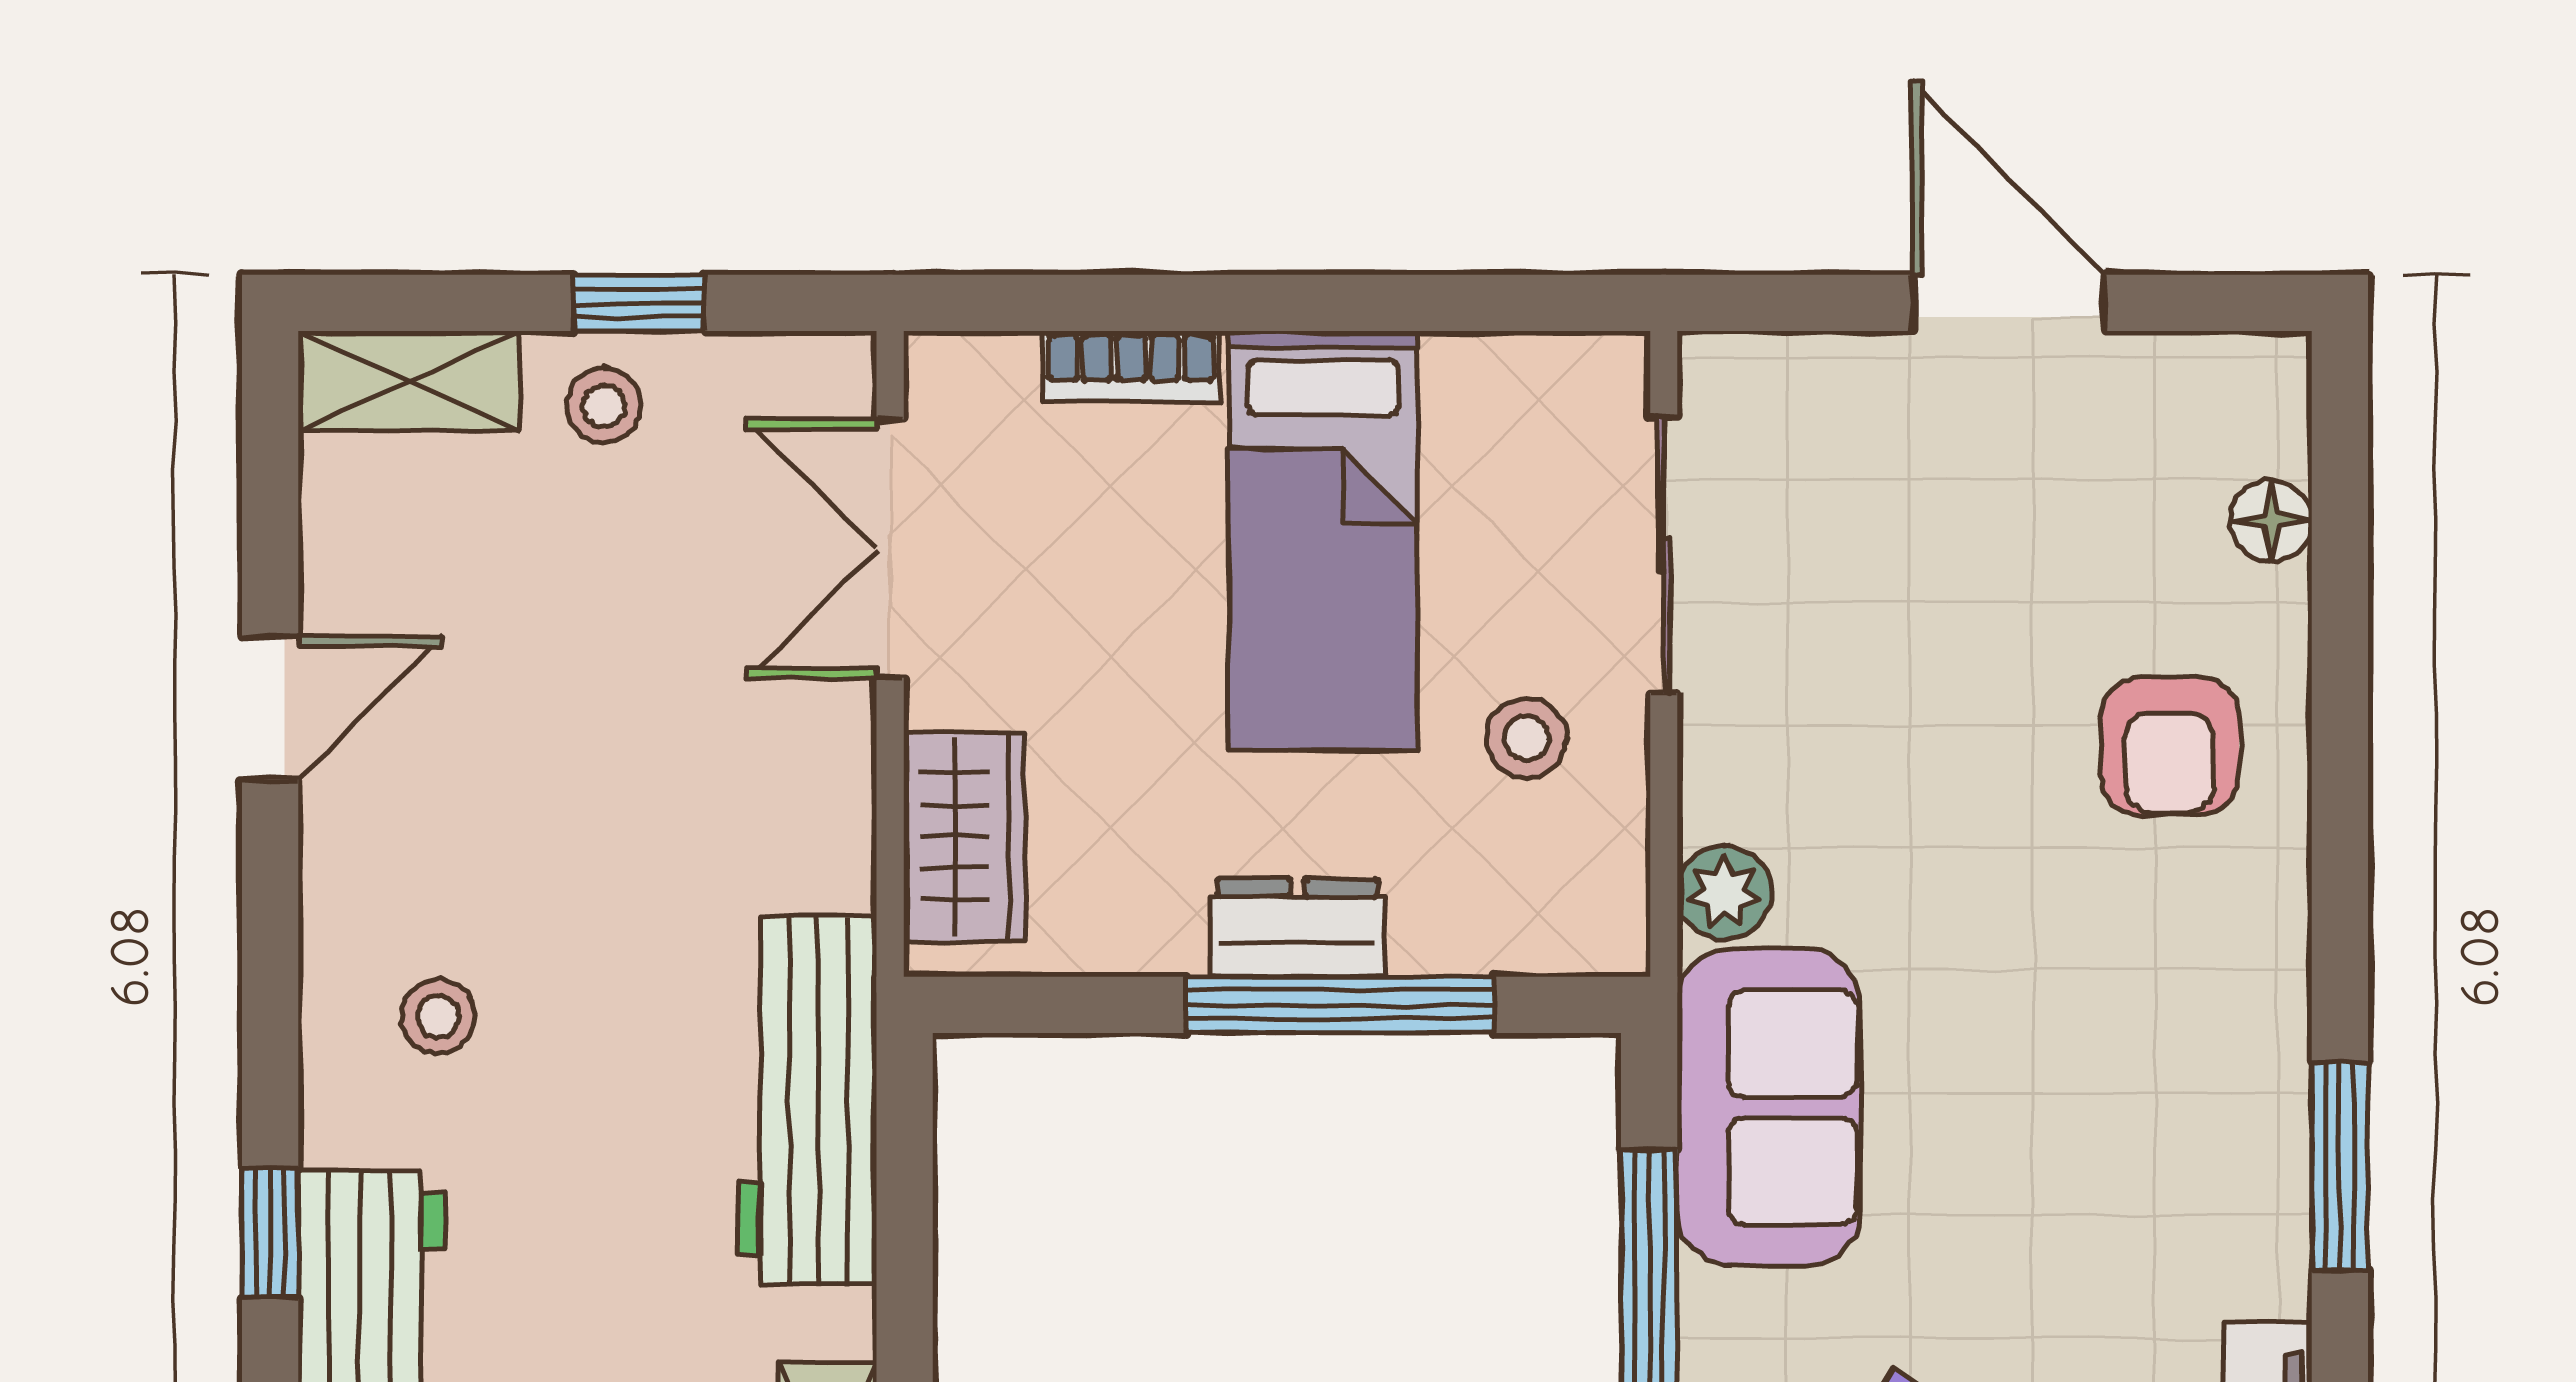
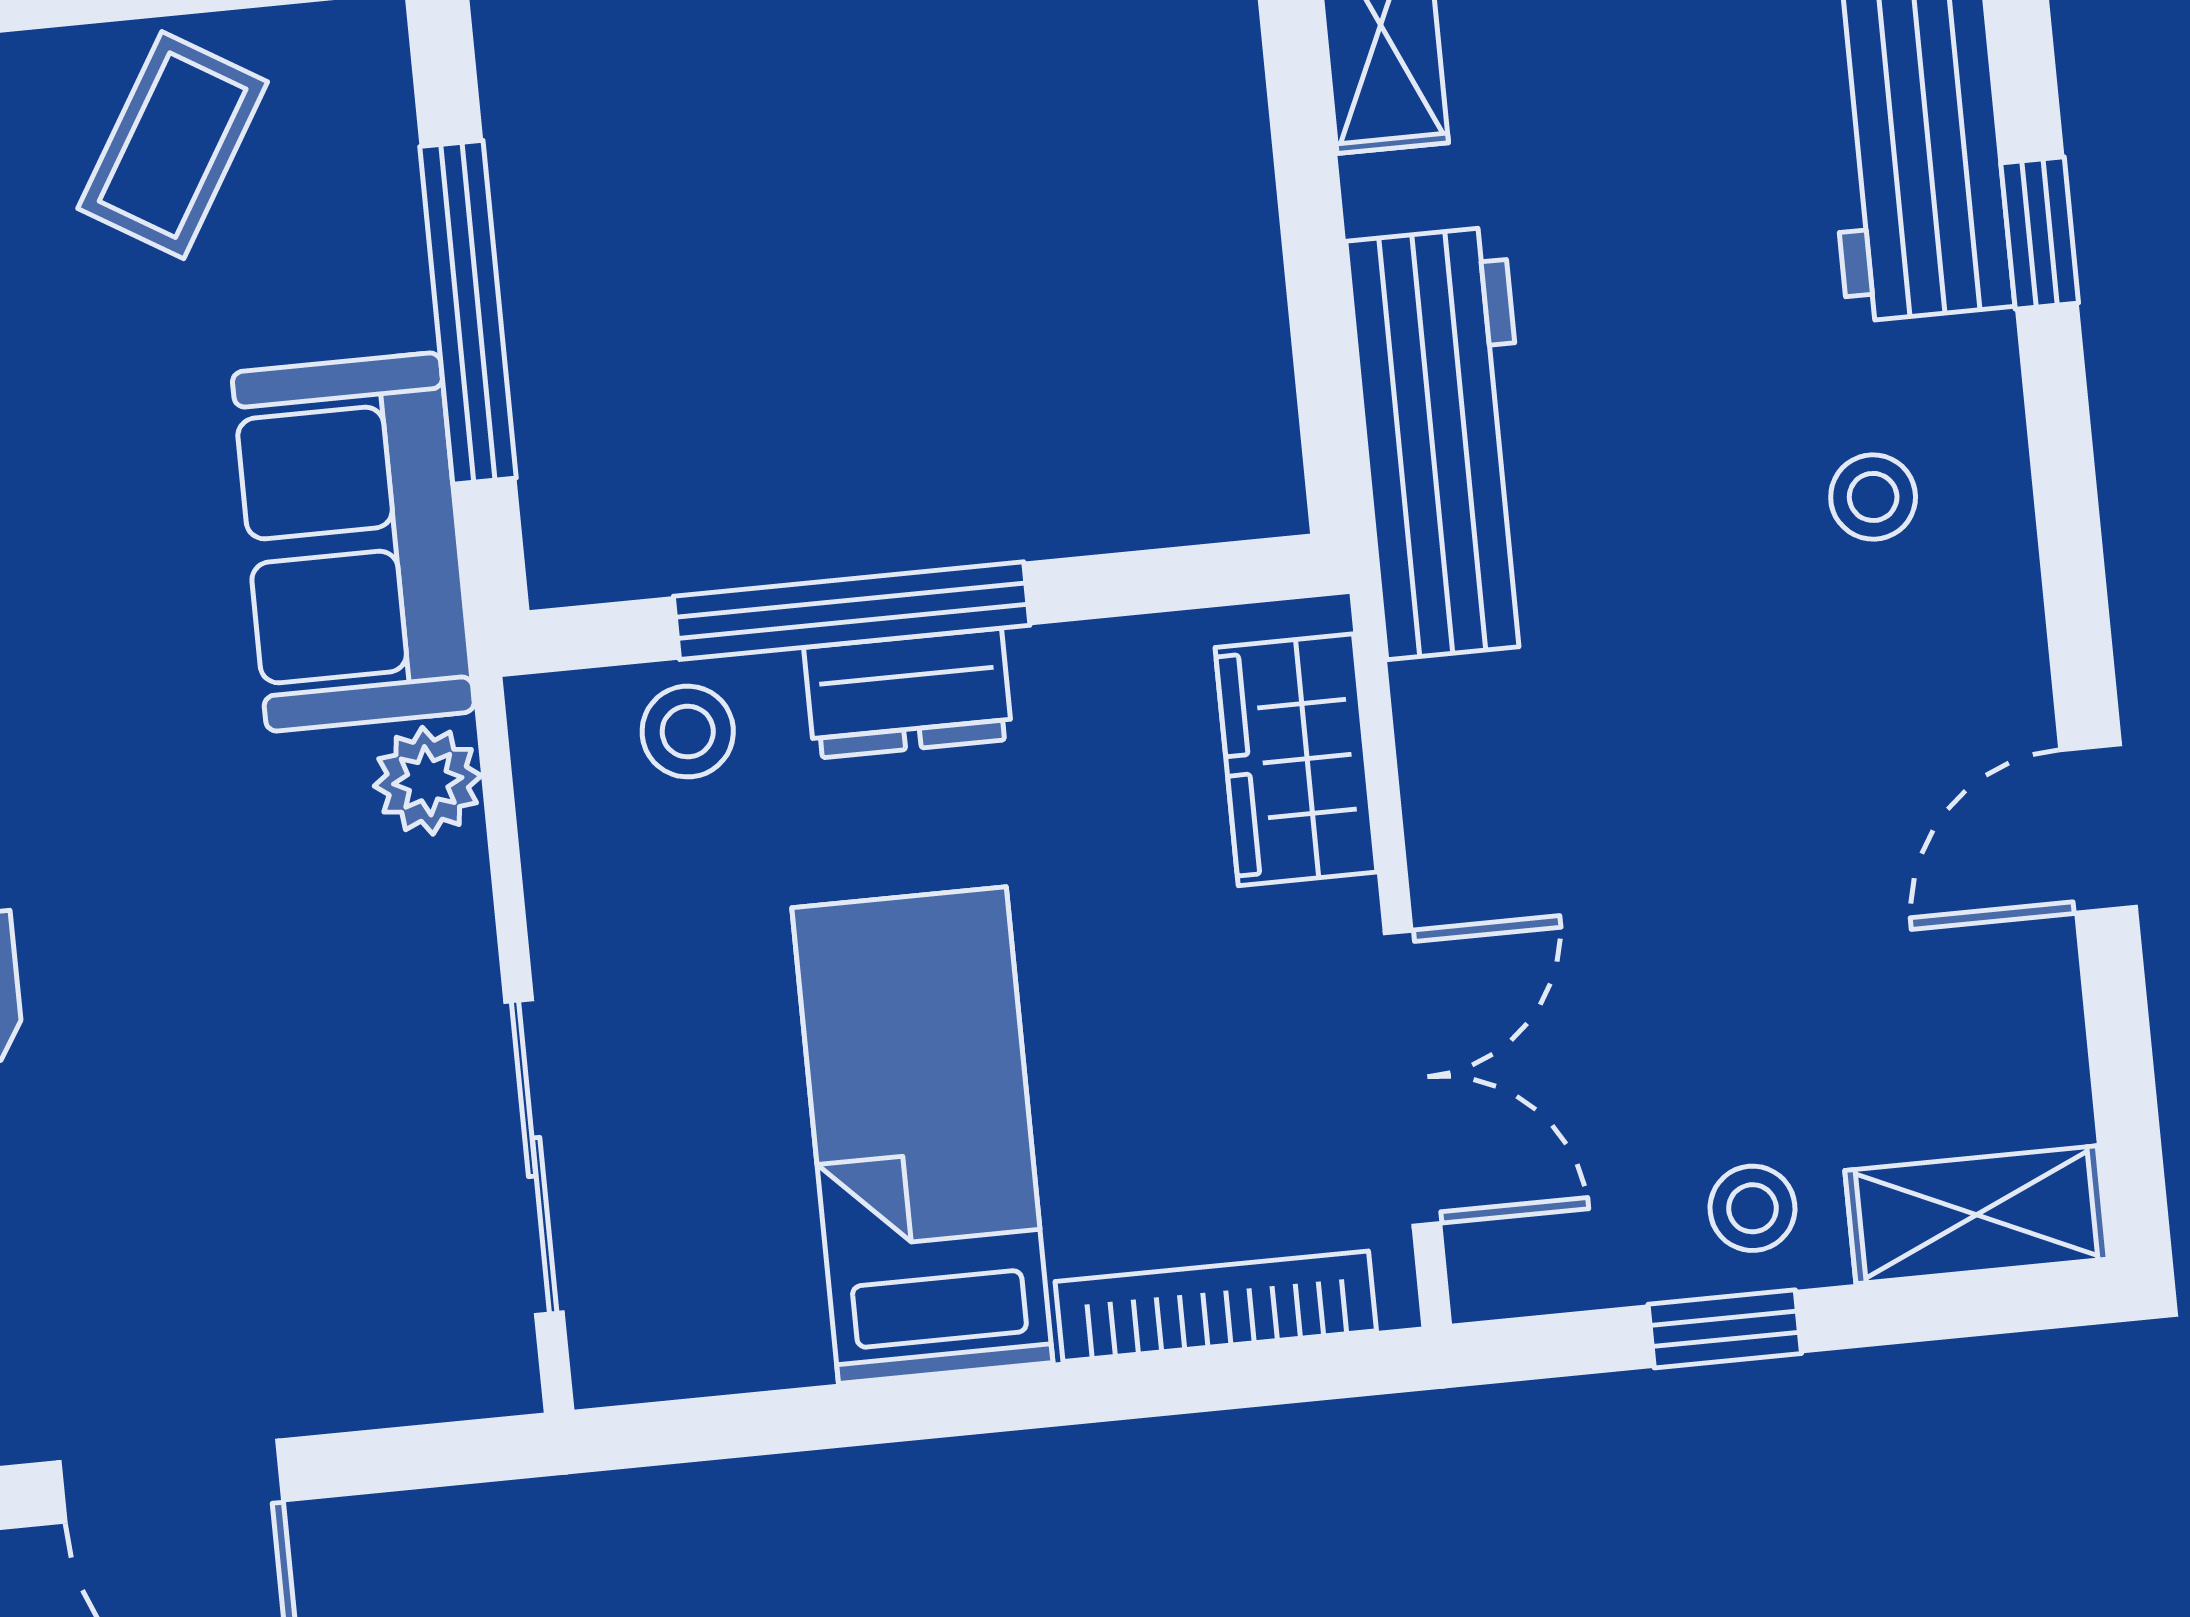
bookcase: (1131, 366) -> (1216, 1306), width x1.56
stool: (1526, 738) -> (688, 732), moved

